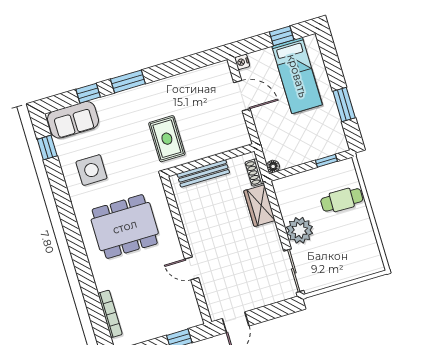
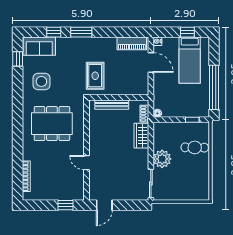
piano: (206, 76) -> (132, 43), added
window: (344, 105) -> (214, 87), width x2.11

